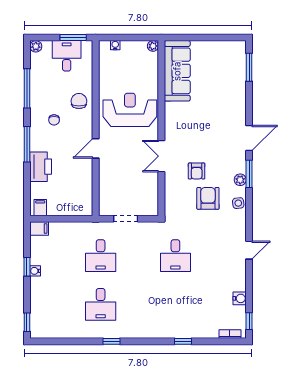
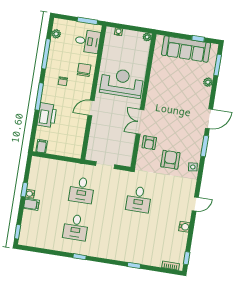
window: (219, 38) -> (198, 39), added
plant: (36, 46) -> (56, 34), moved
desk: (67, 56) -> (87, 41), moved, turned 90
sofa: (177, 71) -> (186, 49), moved, turned 90
armchair: (197, 171) -> (149, 143), moved
plant: (240, 180) -> (208, 82), moved
filing cabinet: (39, 229) -> (31, 204), moved
water cooler: (240, 298) -> (184, 227), moved

